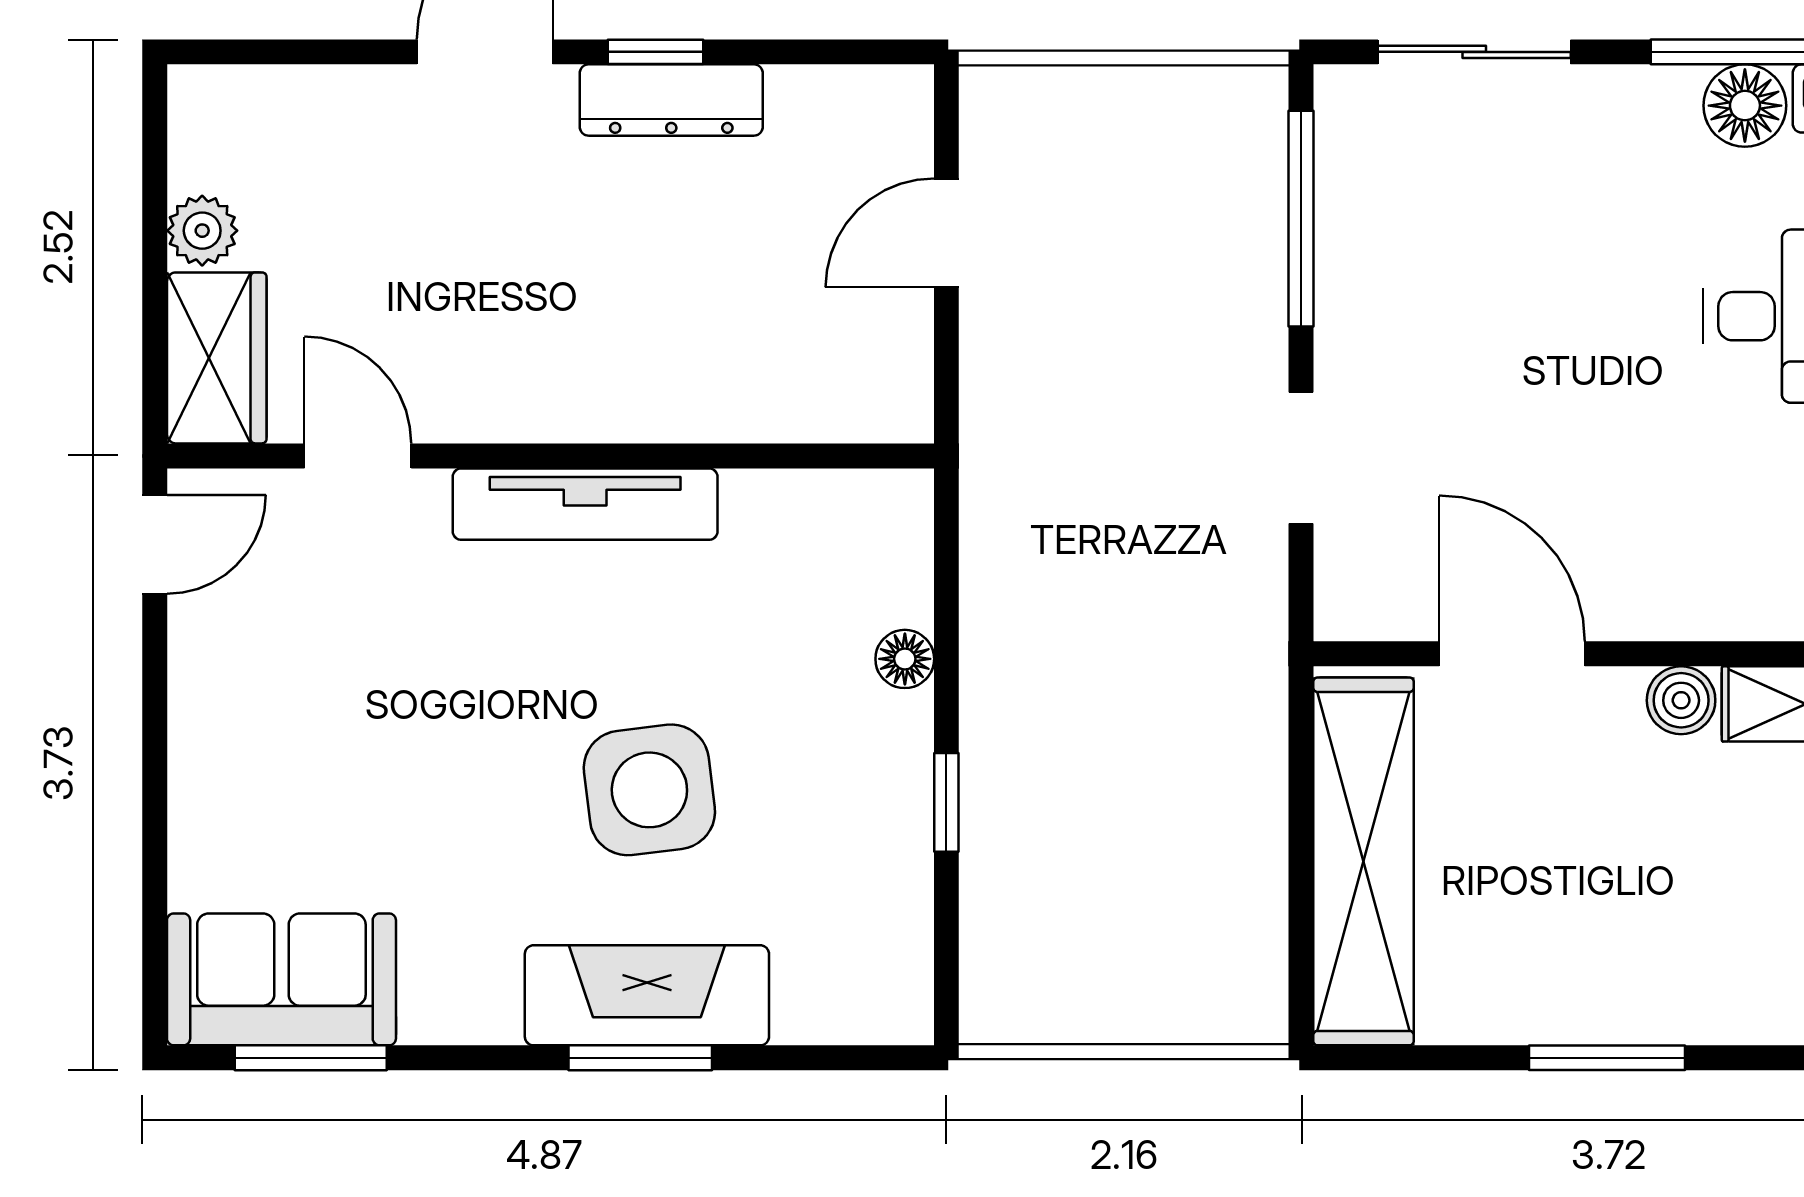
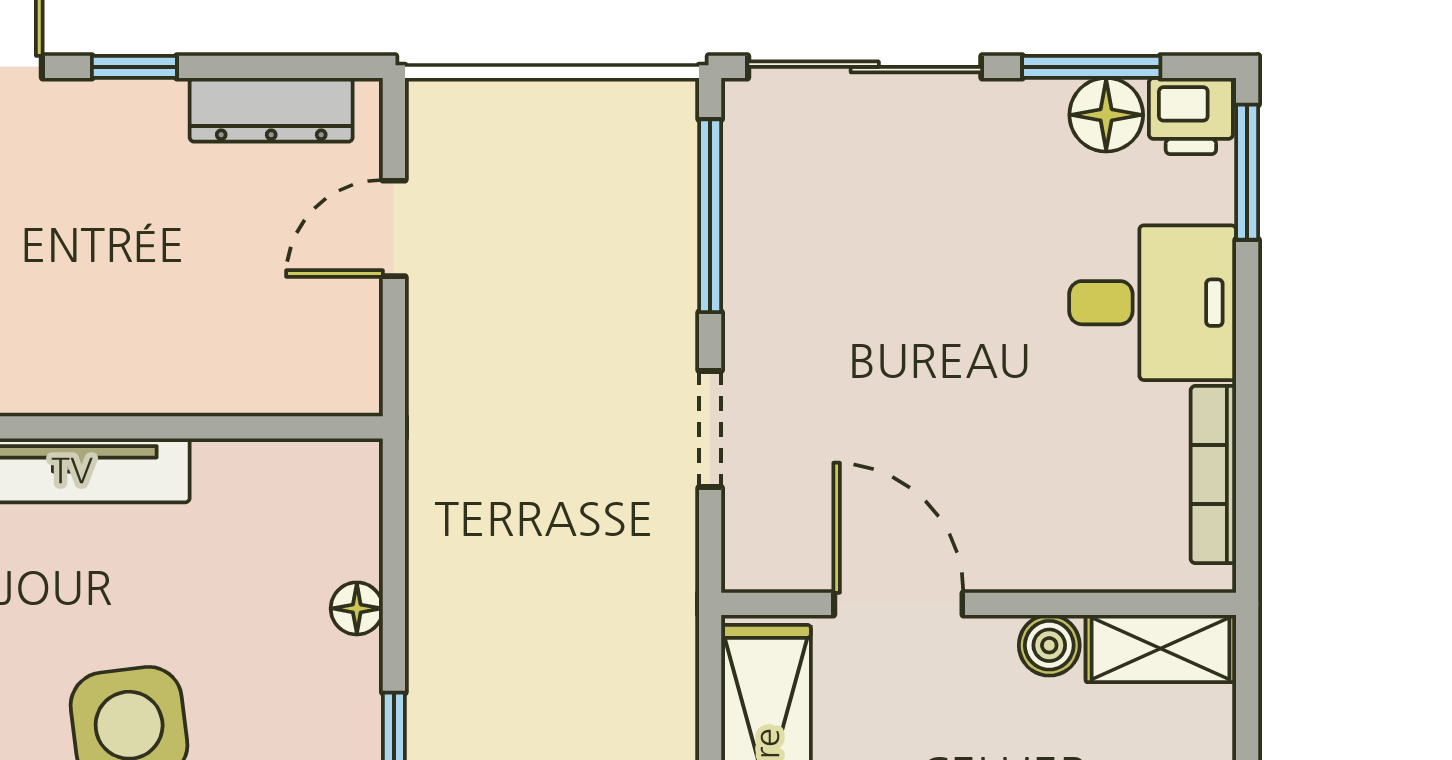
sliding door: (1474, 52) -> (865, 67), width x1.37
dresser: (671, 100) -> (271, 110), moved

